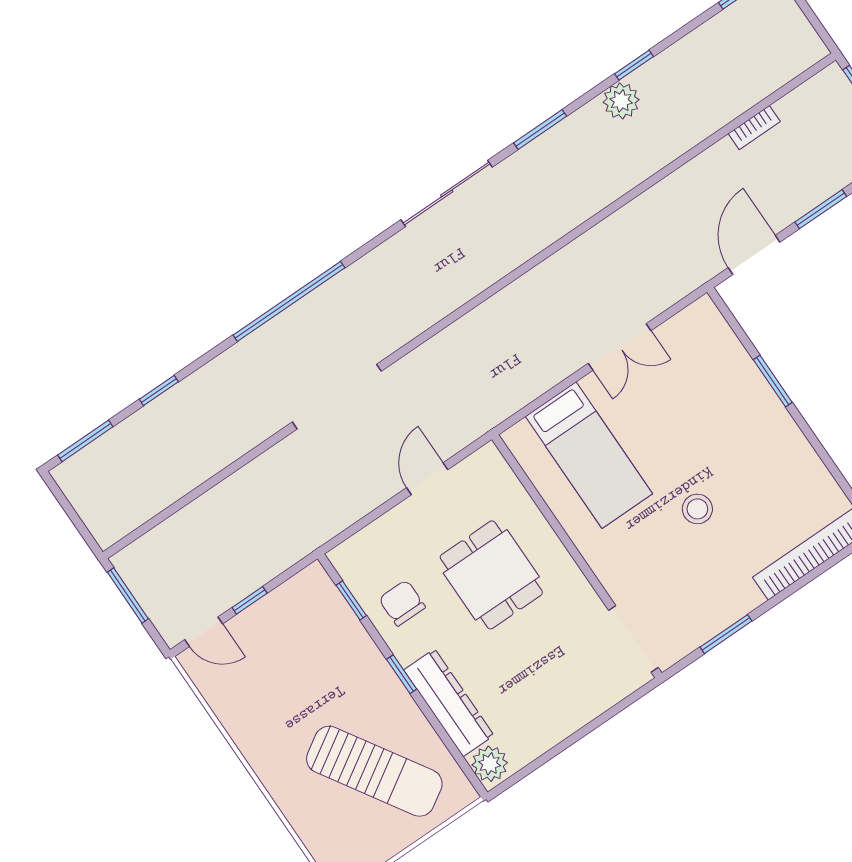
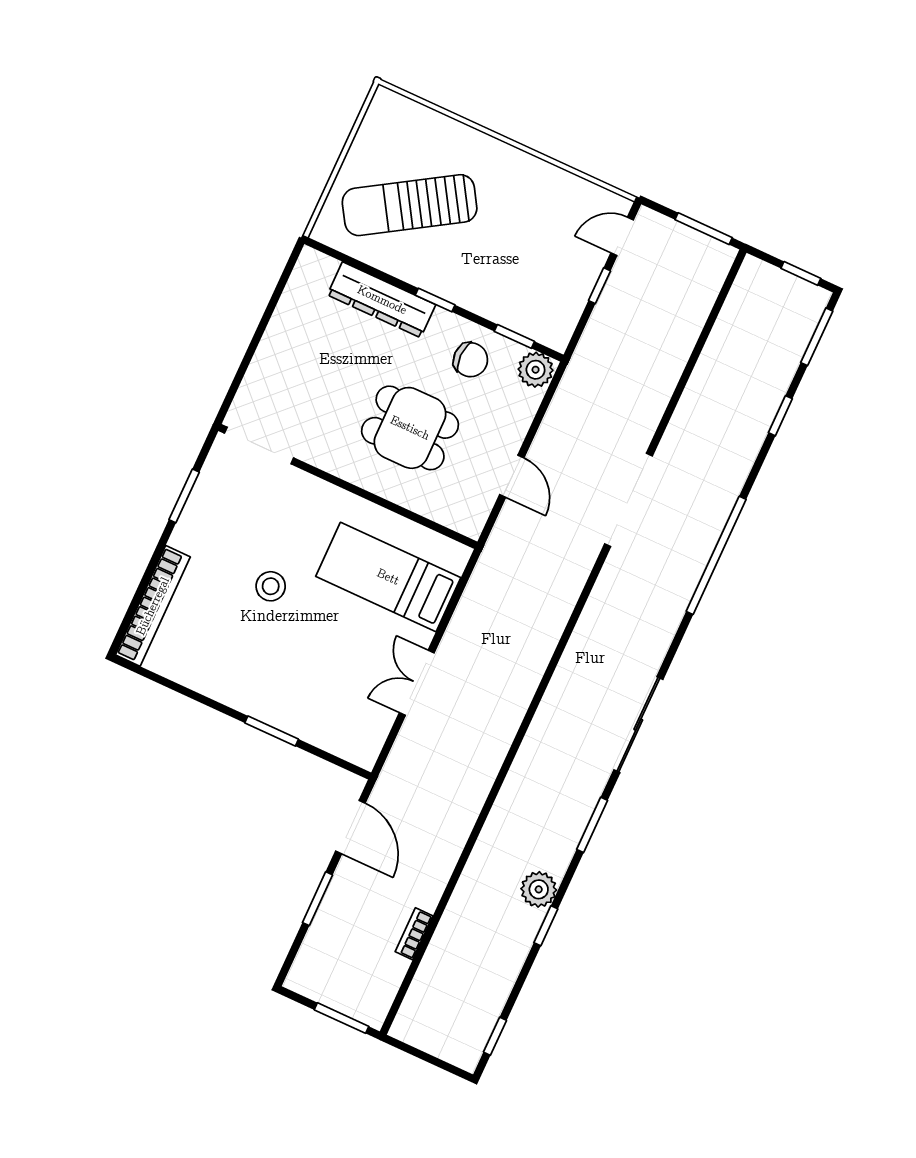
window: (66, 505) -> (801, 273), added
plant: (490, 764) -> (536, 370), moved

